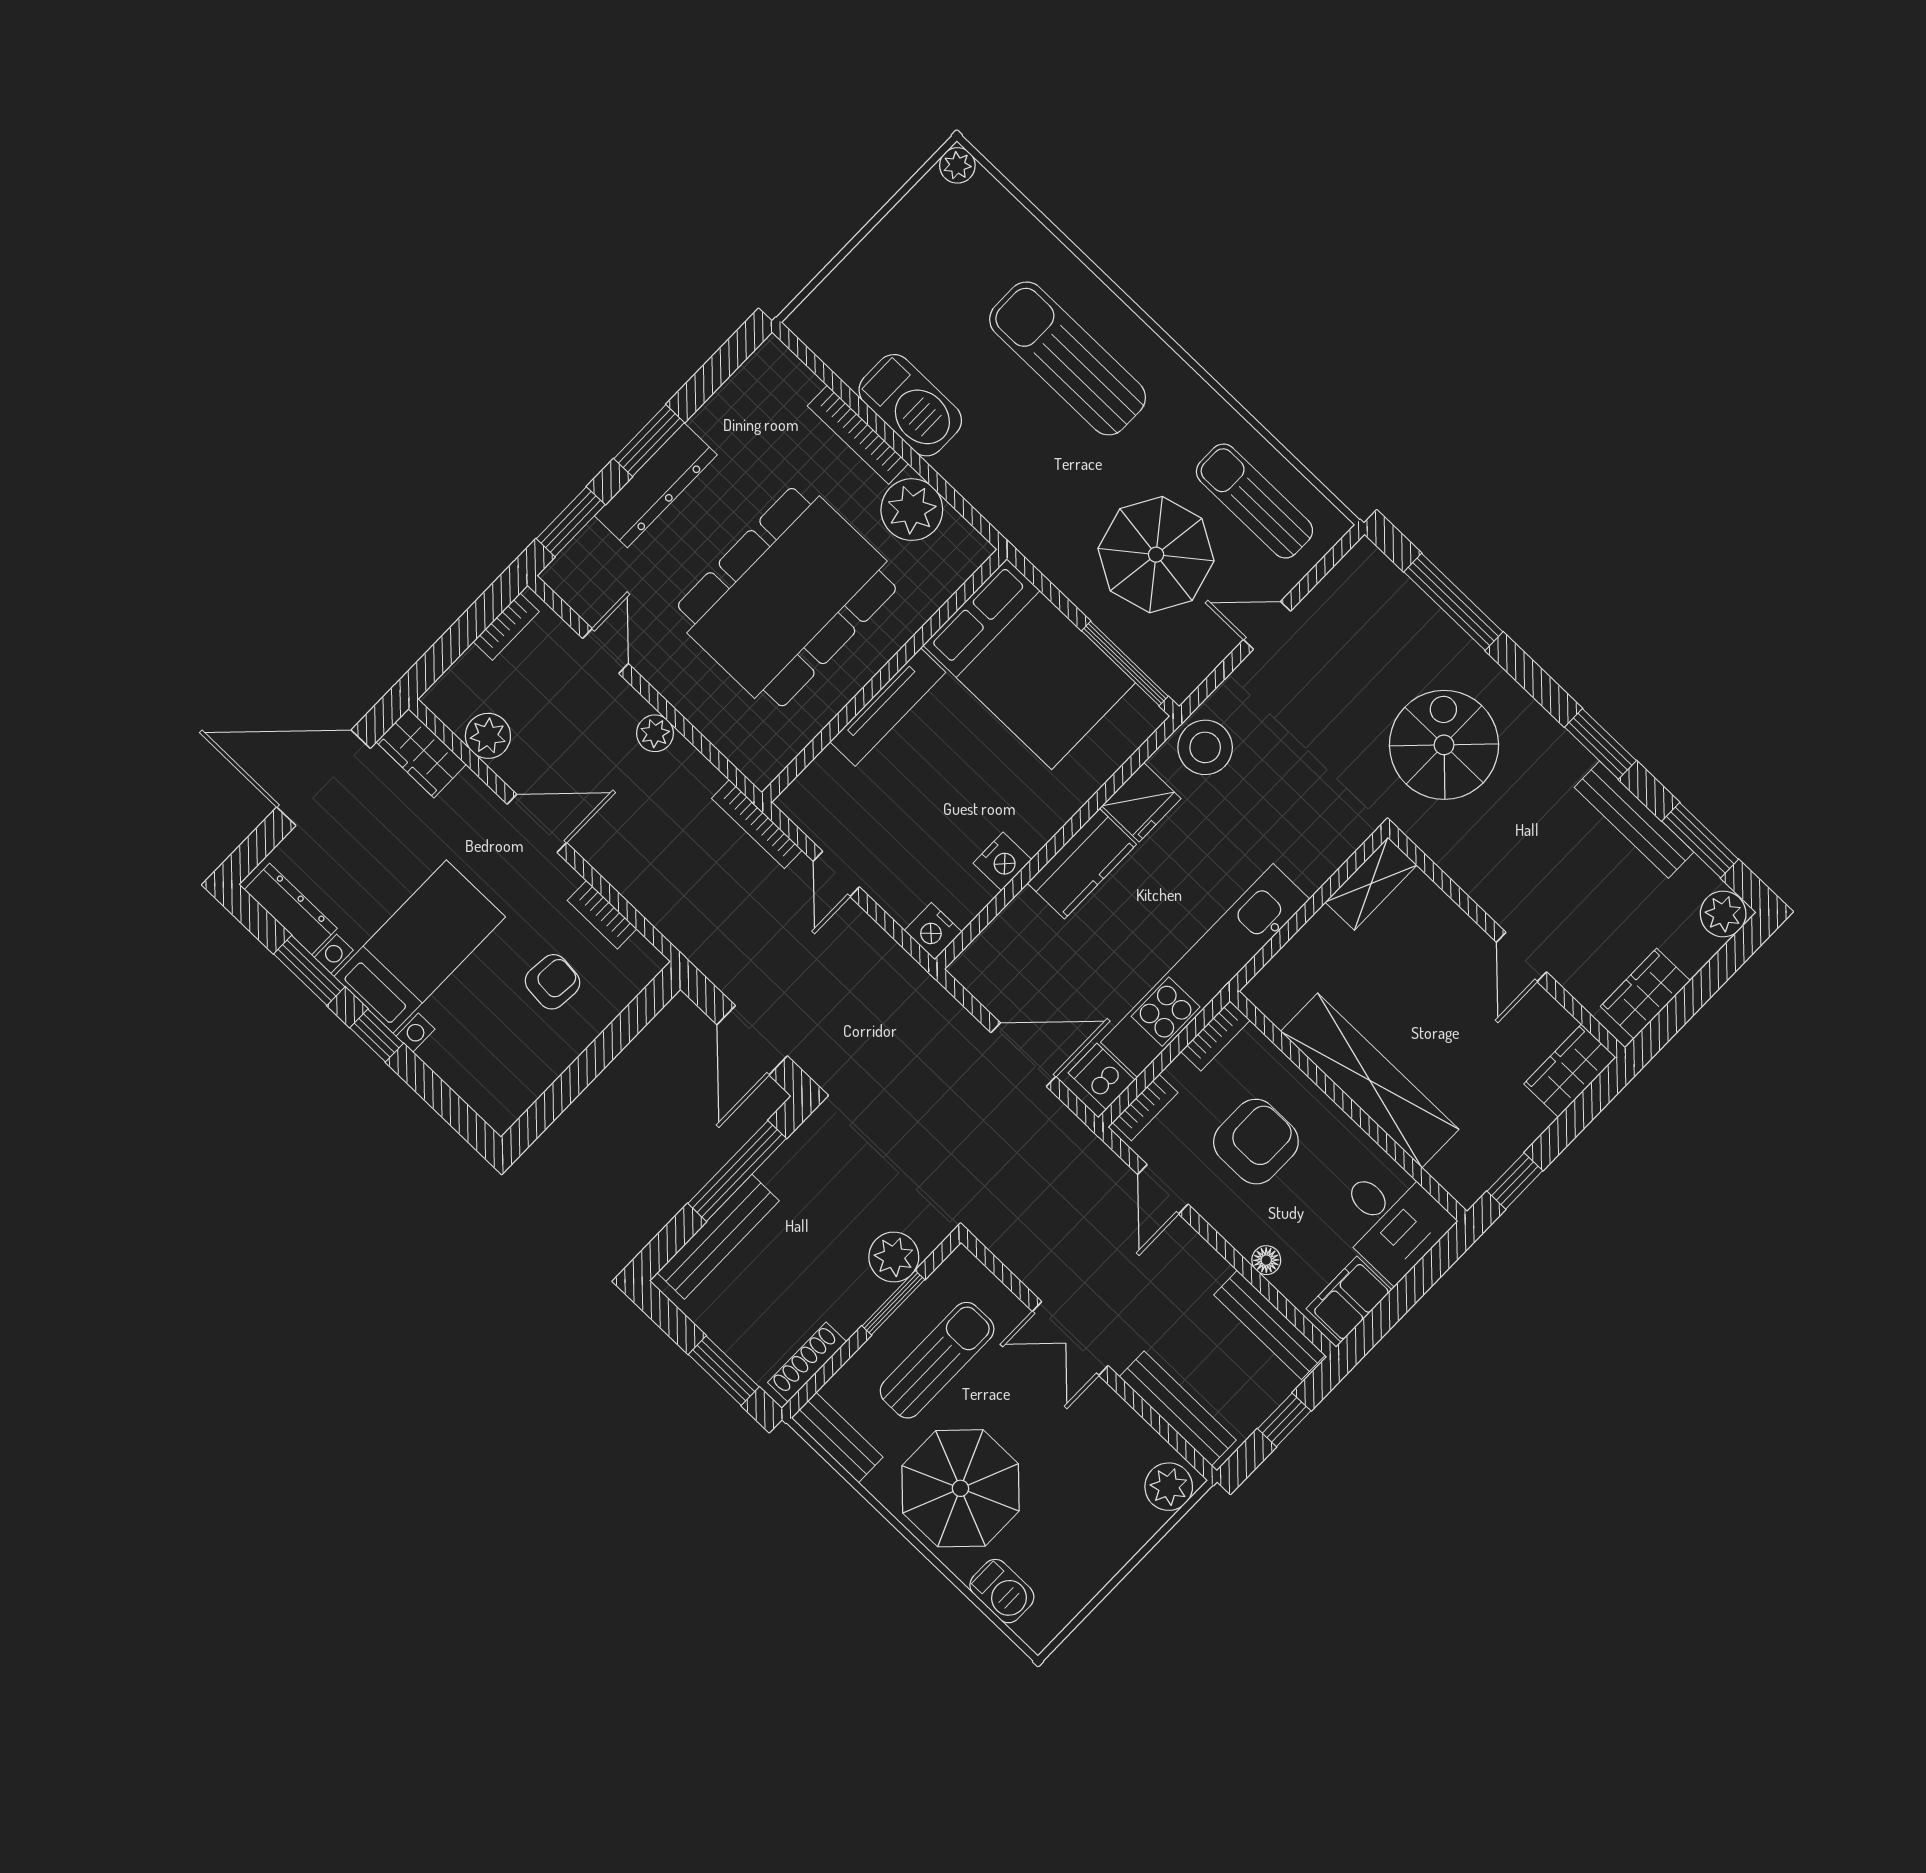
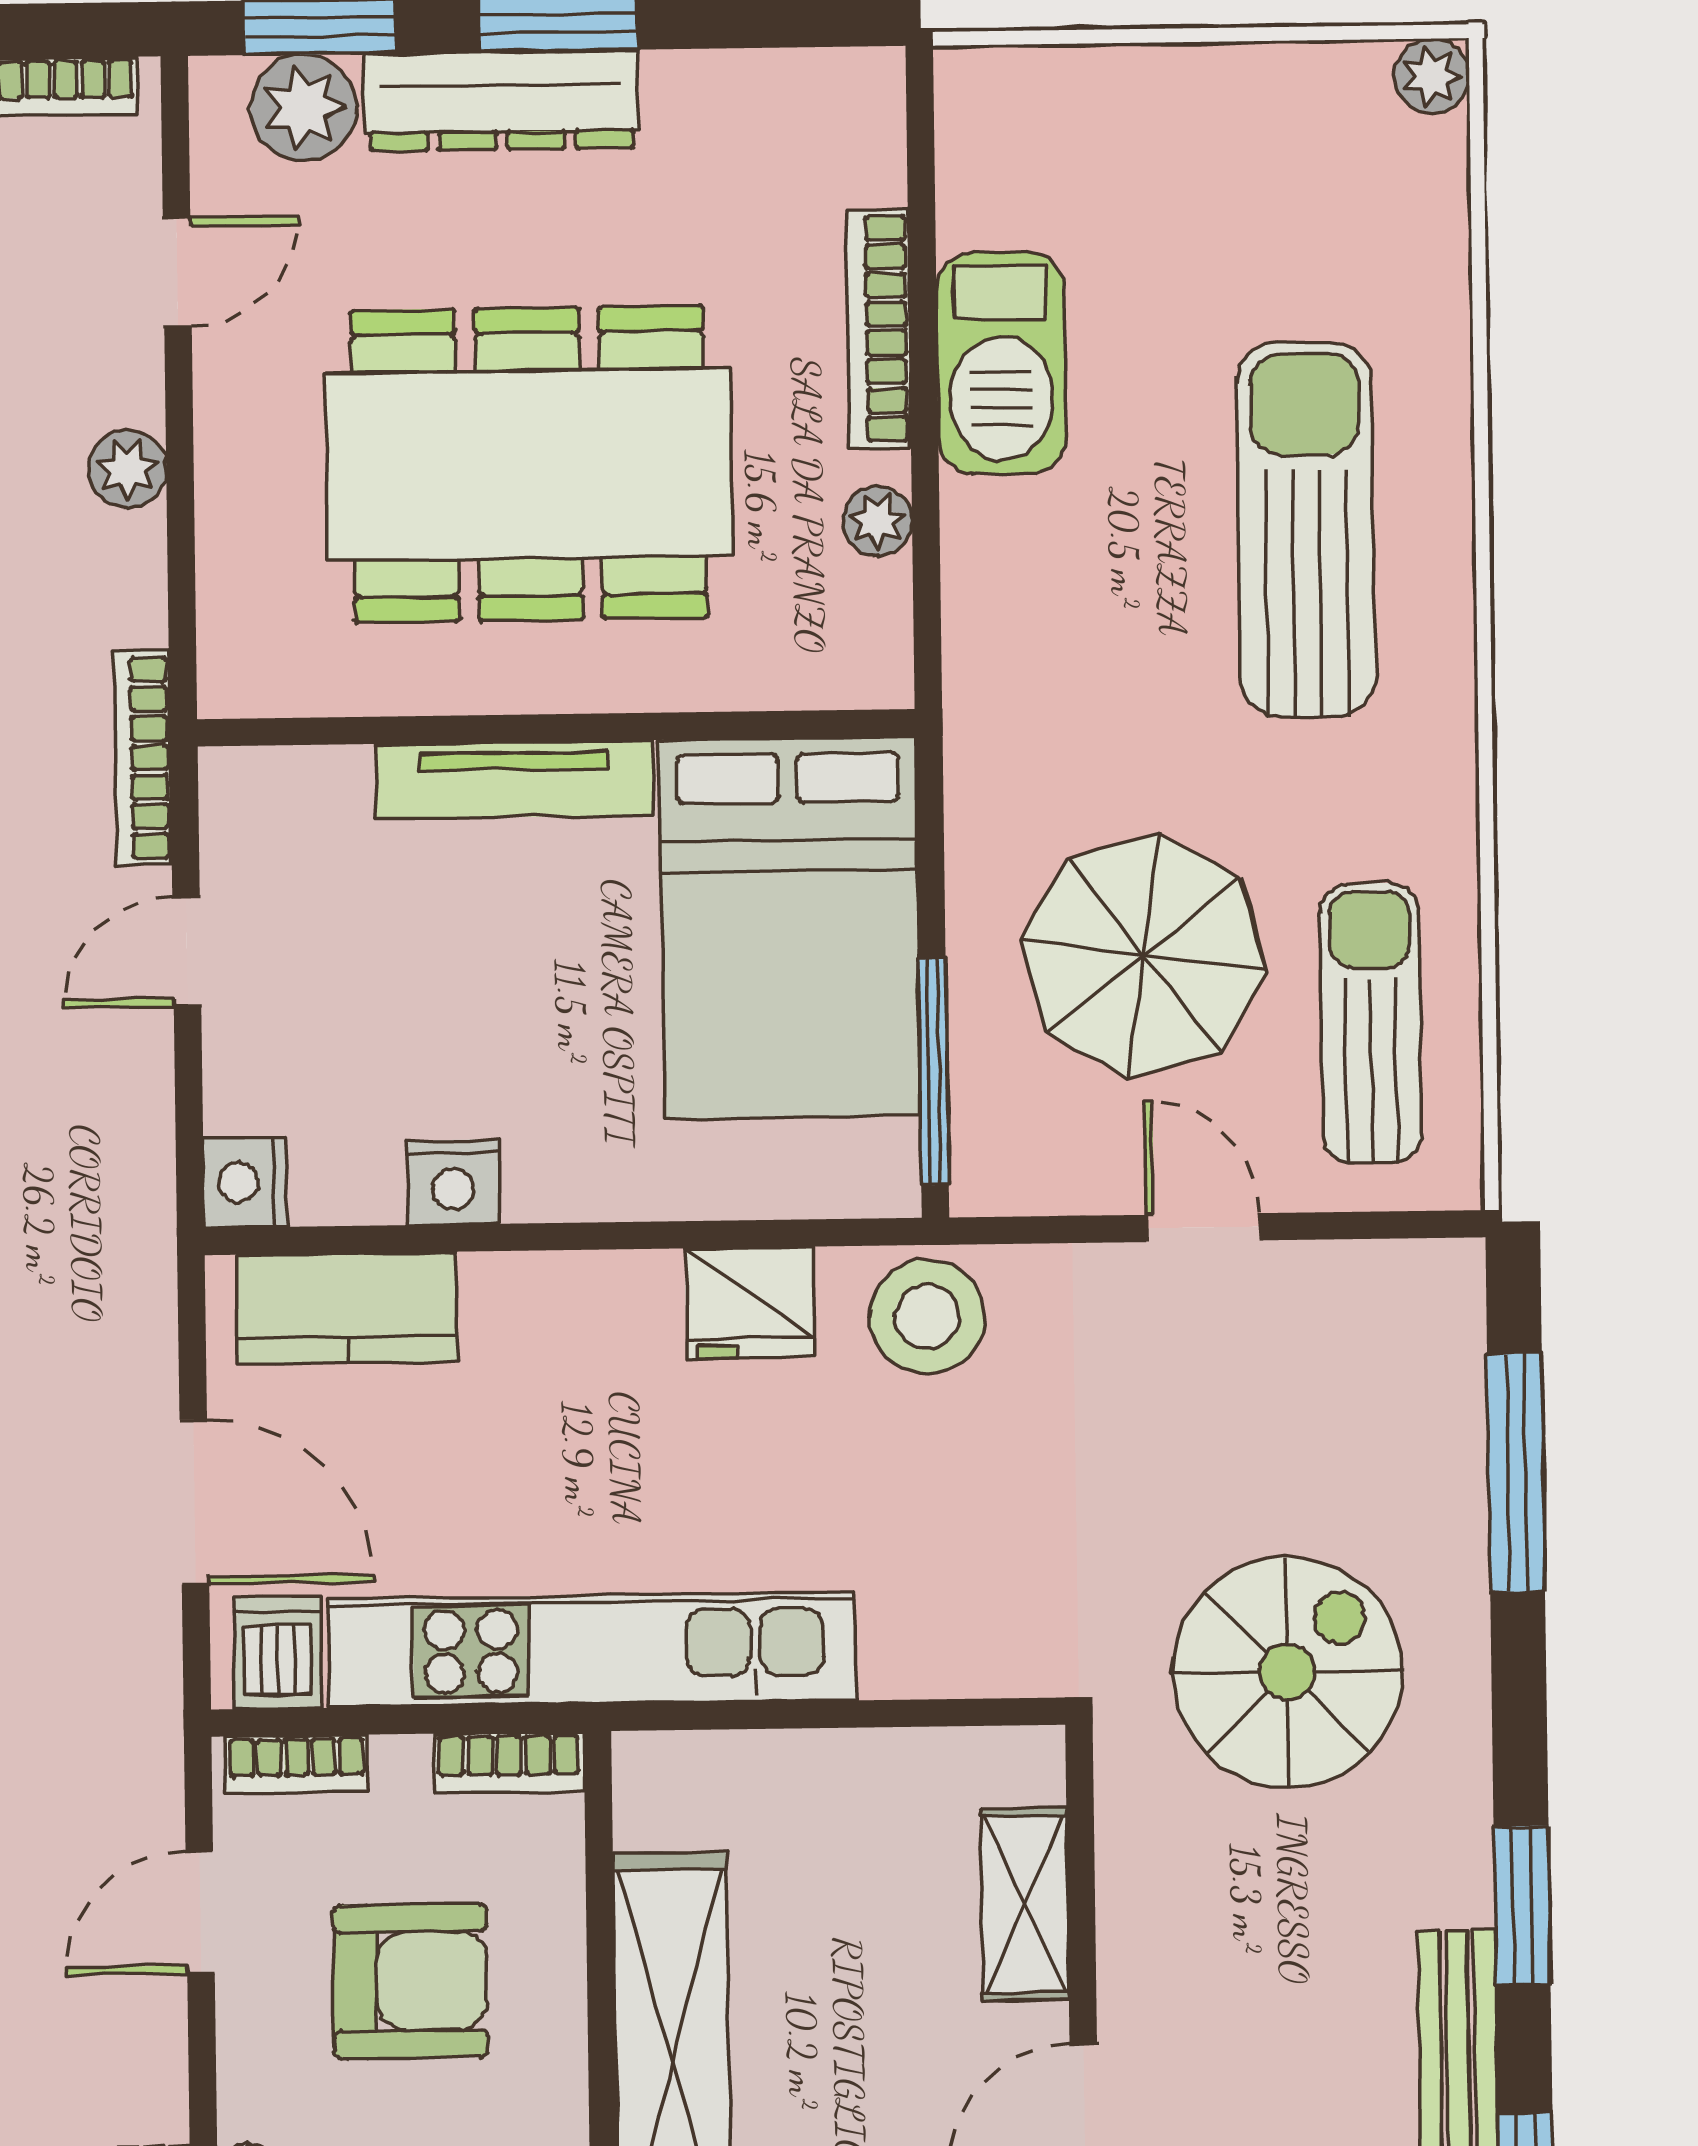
plant: (912, 510) -> (877, 521), width x0.53, depth x0.53
plant: (593, 554) -> (304, 108), added
kitchen counter: (1082, 864) -> (347, 1308), moved
shelving: (1371, 884) -> (1025, 1904), moved, turned 90

